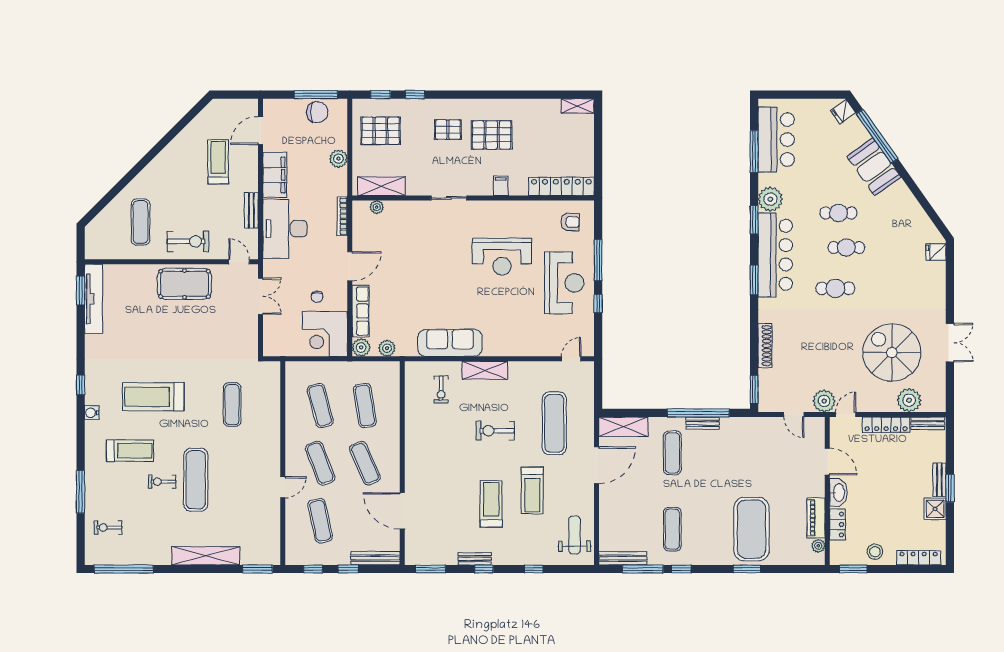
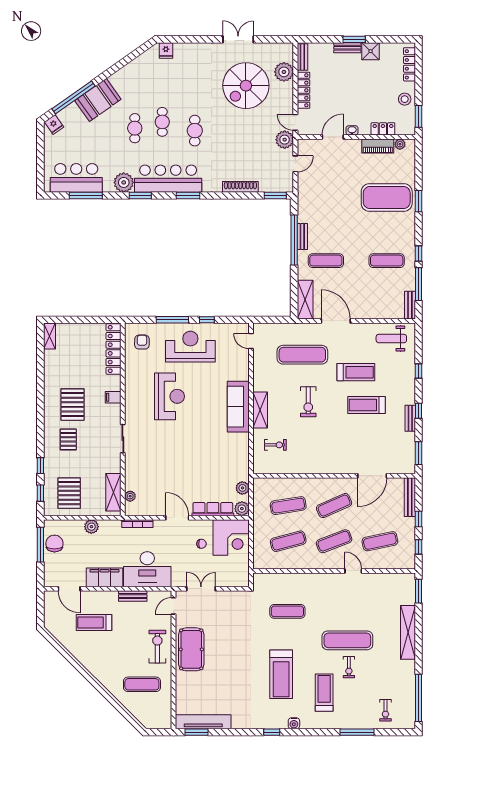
sofa: (450, 343) -> (238, 407), moved
washbasin: (838, 492) -> (352, 130), width x0.52, depth x0.69
bench: (623, 558) -> (410, 305), width x0.73

